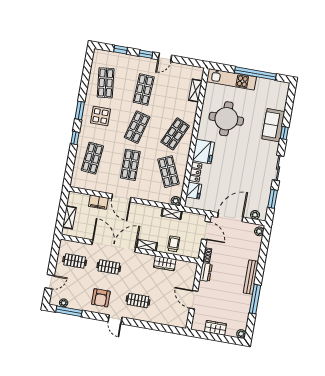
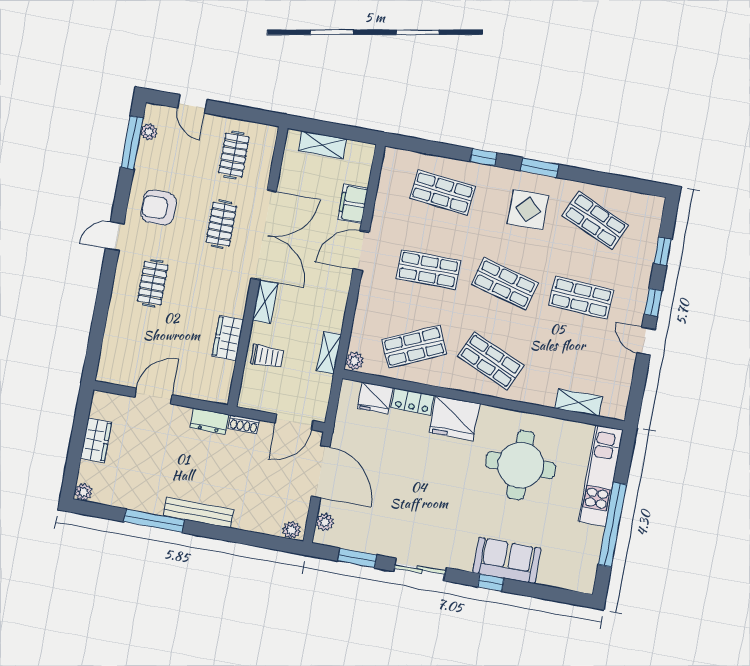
shop shelf: (106, 83) -> (595, 220), turned 30

